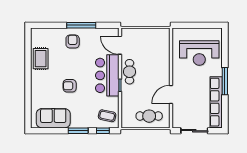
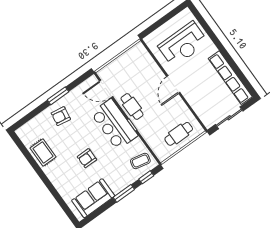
window: (81, 25) -> (58, 96), width x0.69
armchair: (73, 41) -> (61, 116), turned -81
window: (225, 81) -> (225, 53), removed
door: (171, 95) -> (173, 85), moved

